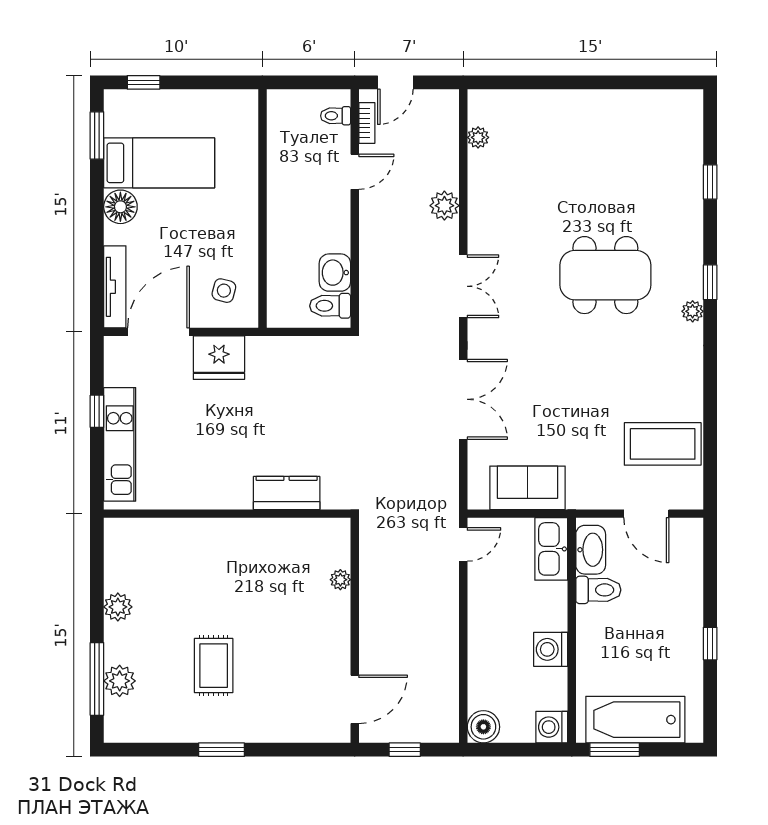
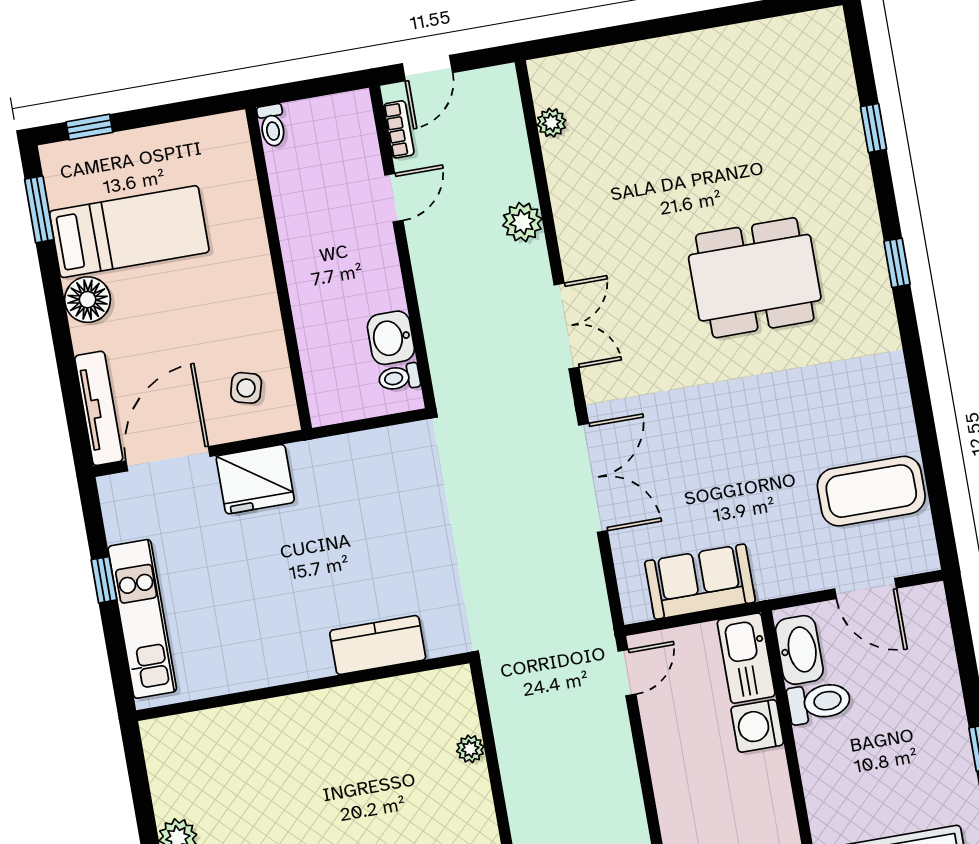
toilet: (336, 116) -> (272, 125), moved, turned -90
toilet: (330, 306) -> (399, 378), width x0.73, depth x0.72
plant: (693, 311) -> (880, 306), removed
washing machine: (551, 649) -> (757, 726), moved

